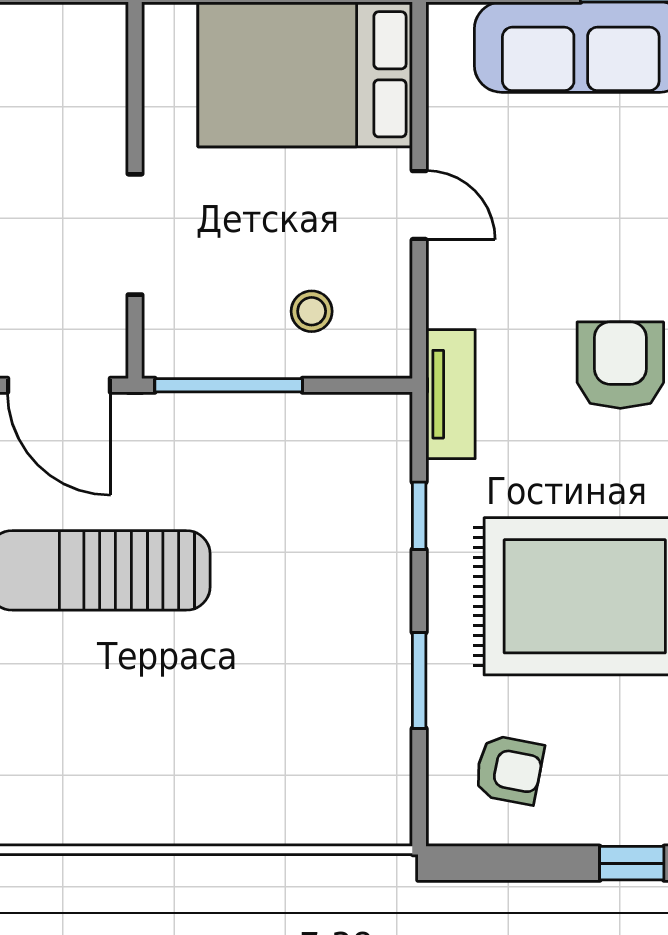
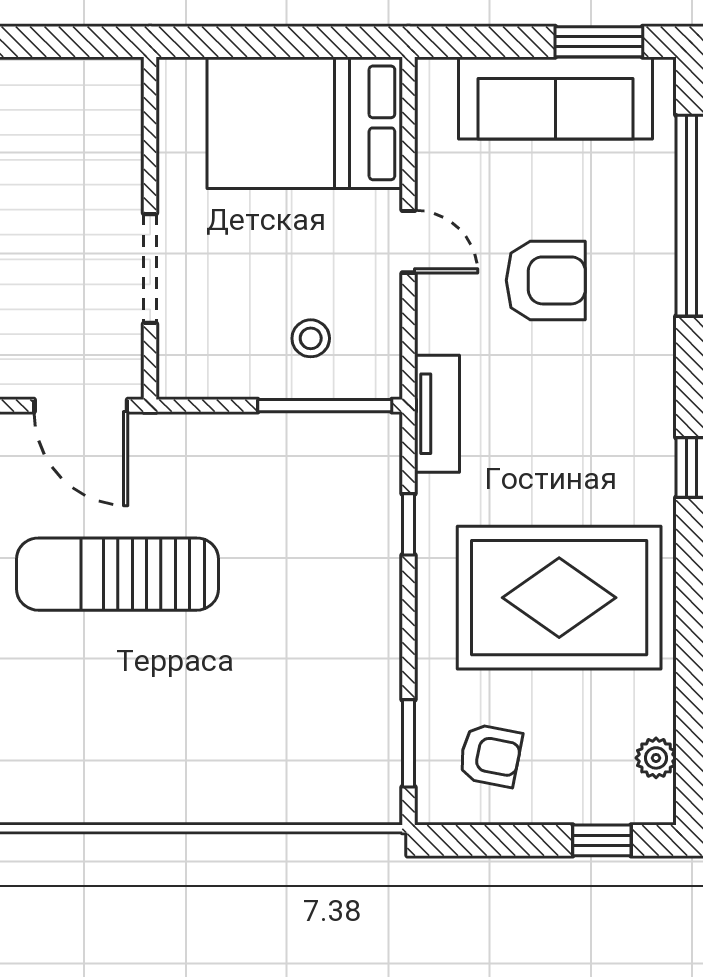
armchair: (620, 365) -> (546, 280), moved, turned 90
window: (229, 385) -> (325, 406), moved
window: (419, 680) -> (409, 743), moved

